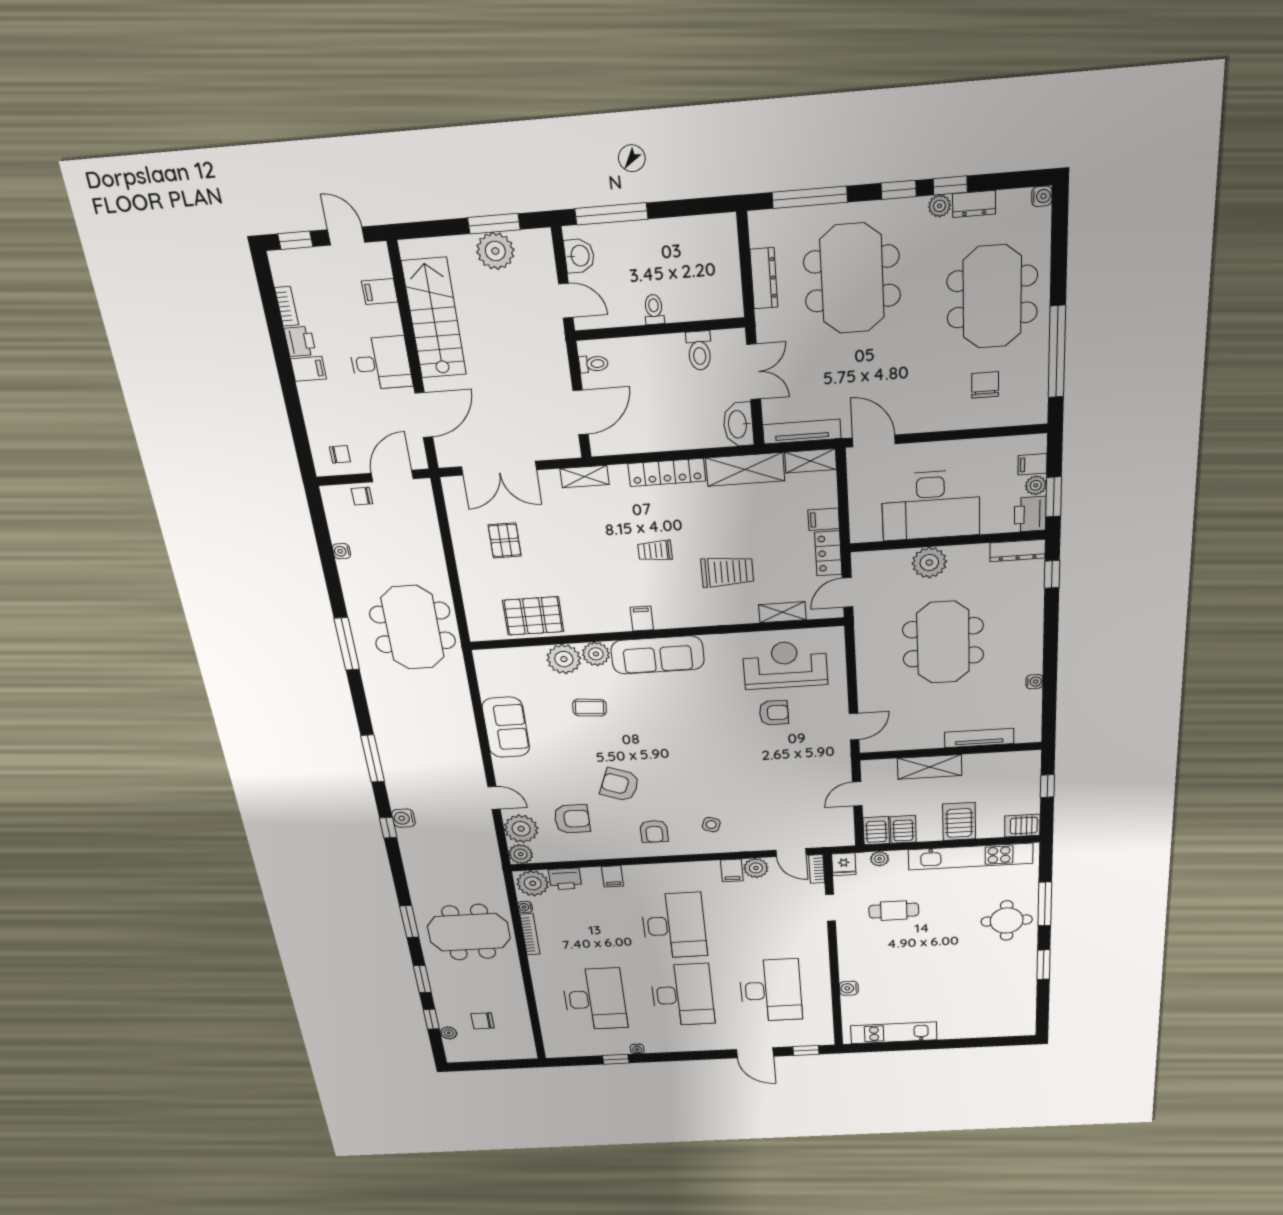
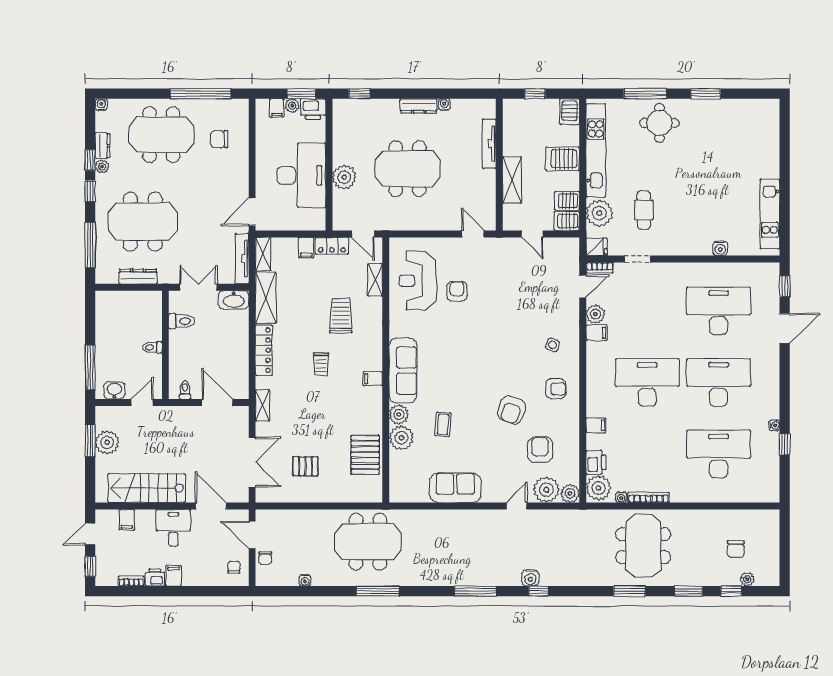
dresser: (1018, 550) -> (419, 106), moved, turned 90
plant: (880, 859) -> (599, 213), width x1.87, depth x1.87

